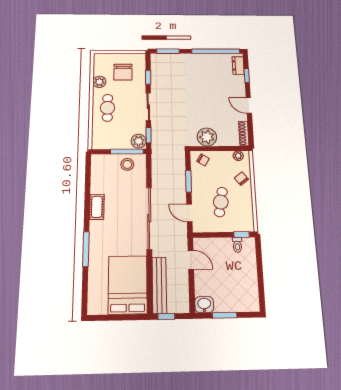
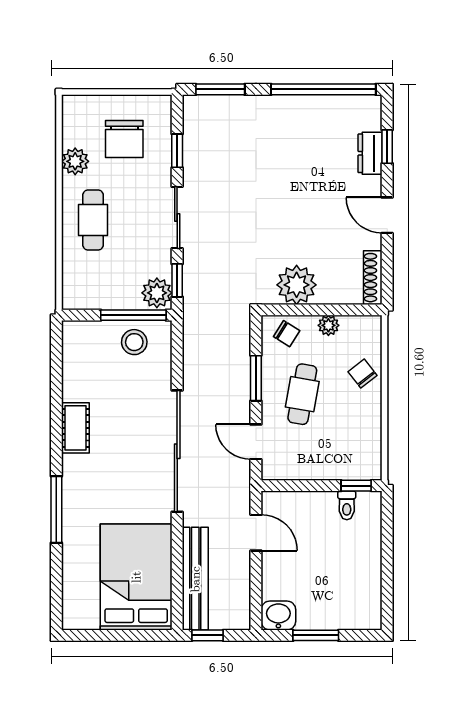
dresser: (238, 66) -> (370, 153), moved
plant: (238, 156) -> (328, 325), moved
cafe table: (221, 202) -> (302, 394), moved

